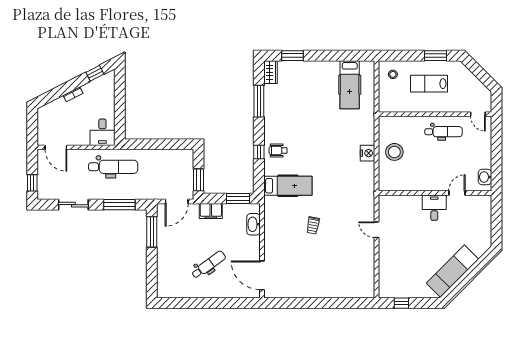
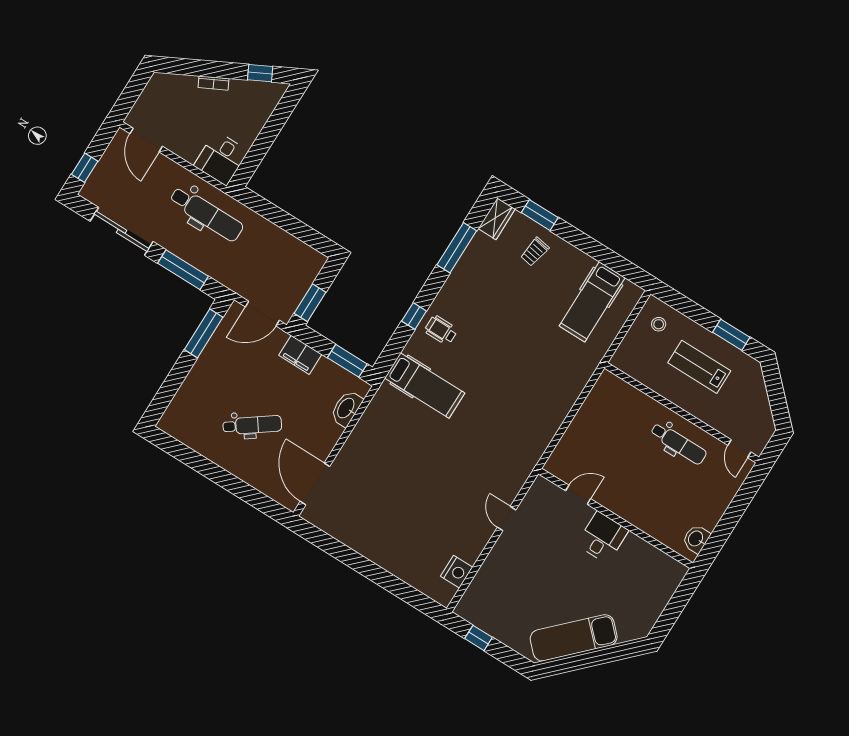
stool: (394, 152) -> (596, 429), removed
nightstand: (367, 153) -> (457, 572), moved
door: (457, 193) -> (578, 495), moved
sliding door: (73, 205) -> (122, 231), width x1.37
trolley: (313, 225) -> (535, 252), moved

